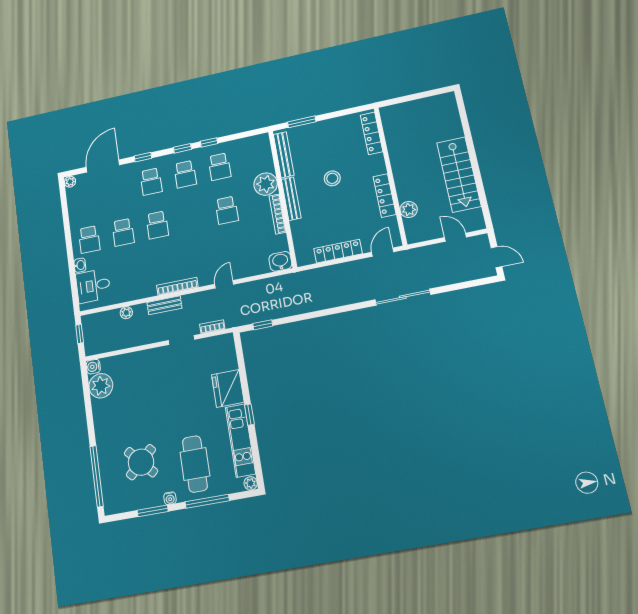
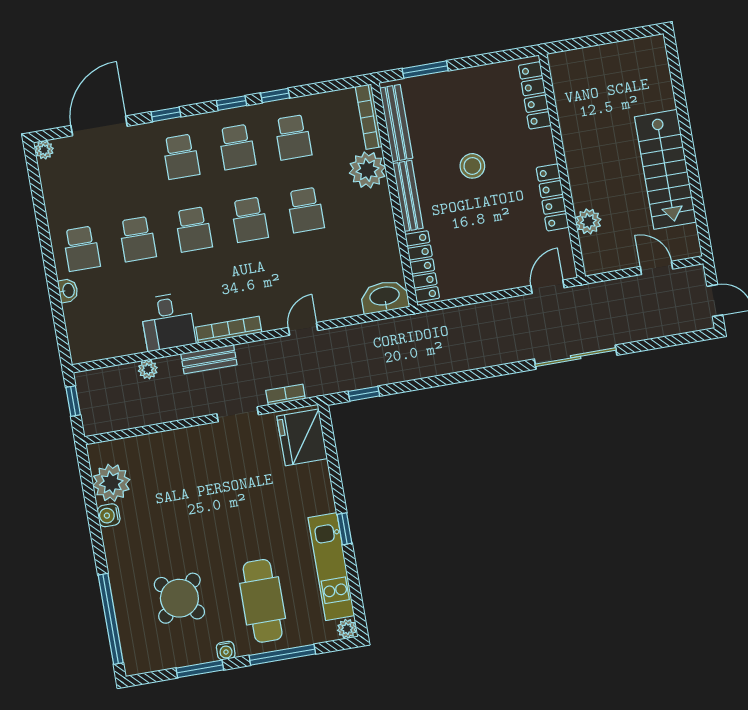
bookcase: (278, 214) -> (369, 117), moved
school desk: (192, 218) -> (250, 220), added
locker: (338, 251) -> (422, 266), moved, turned 90
washbasin: (280, 261) -> (385, 297), width x1.38
desk: (93, 286) -> (168, 322), moved, turned -90
water cooler: (93, 367) -> (109, 515), moved
fridge: (228, 388) -> (302, 437), moved

